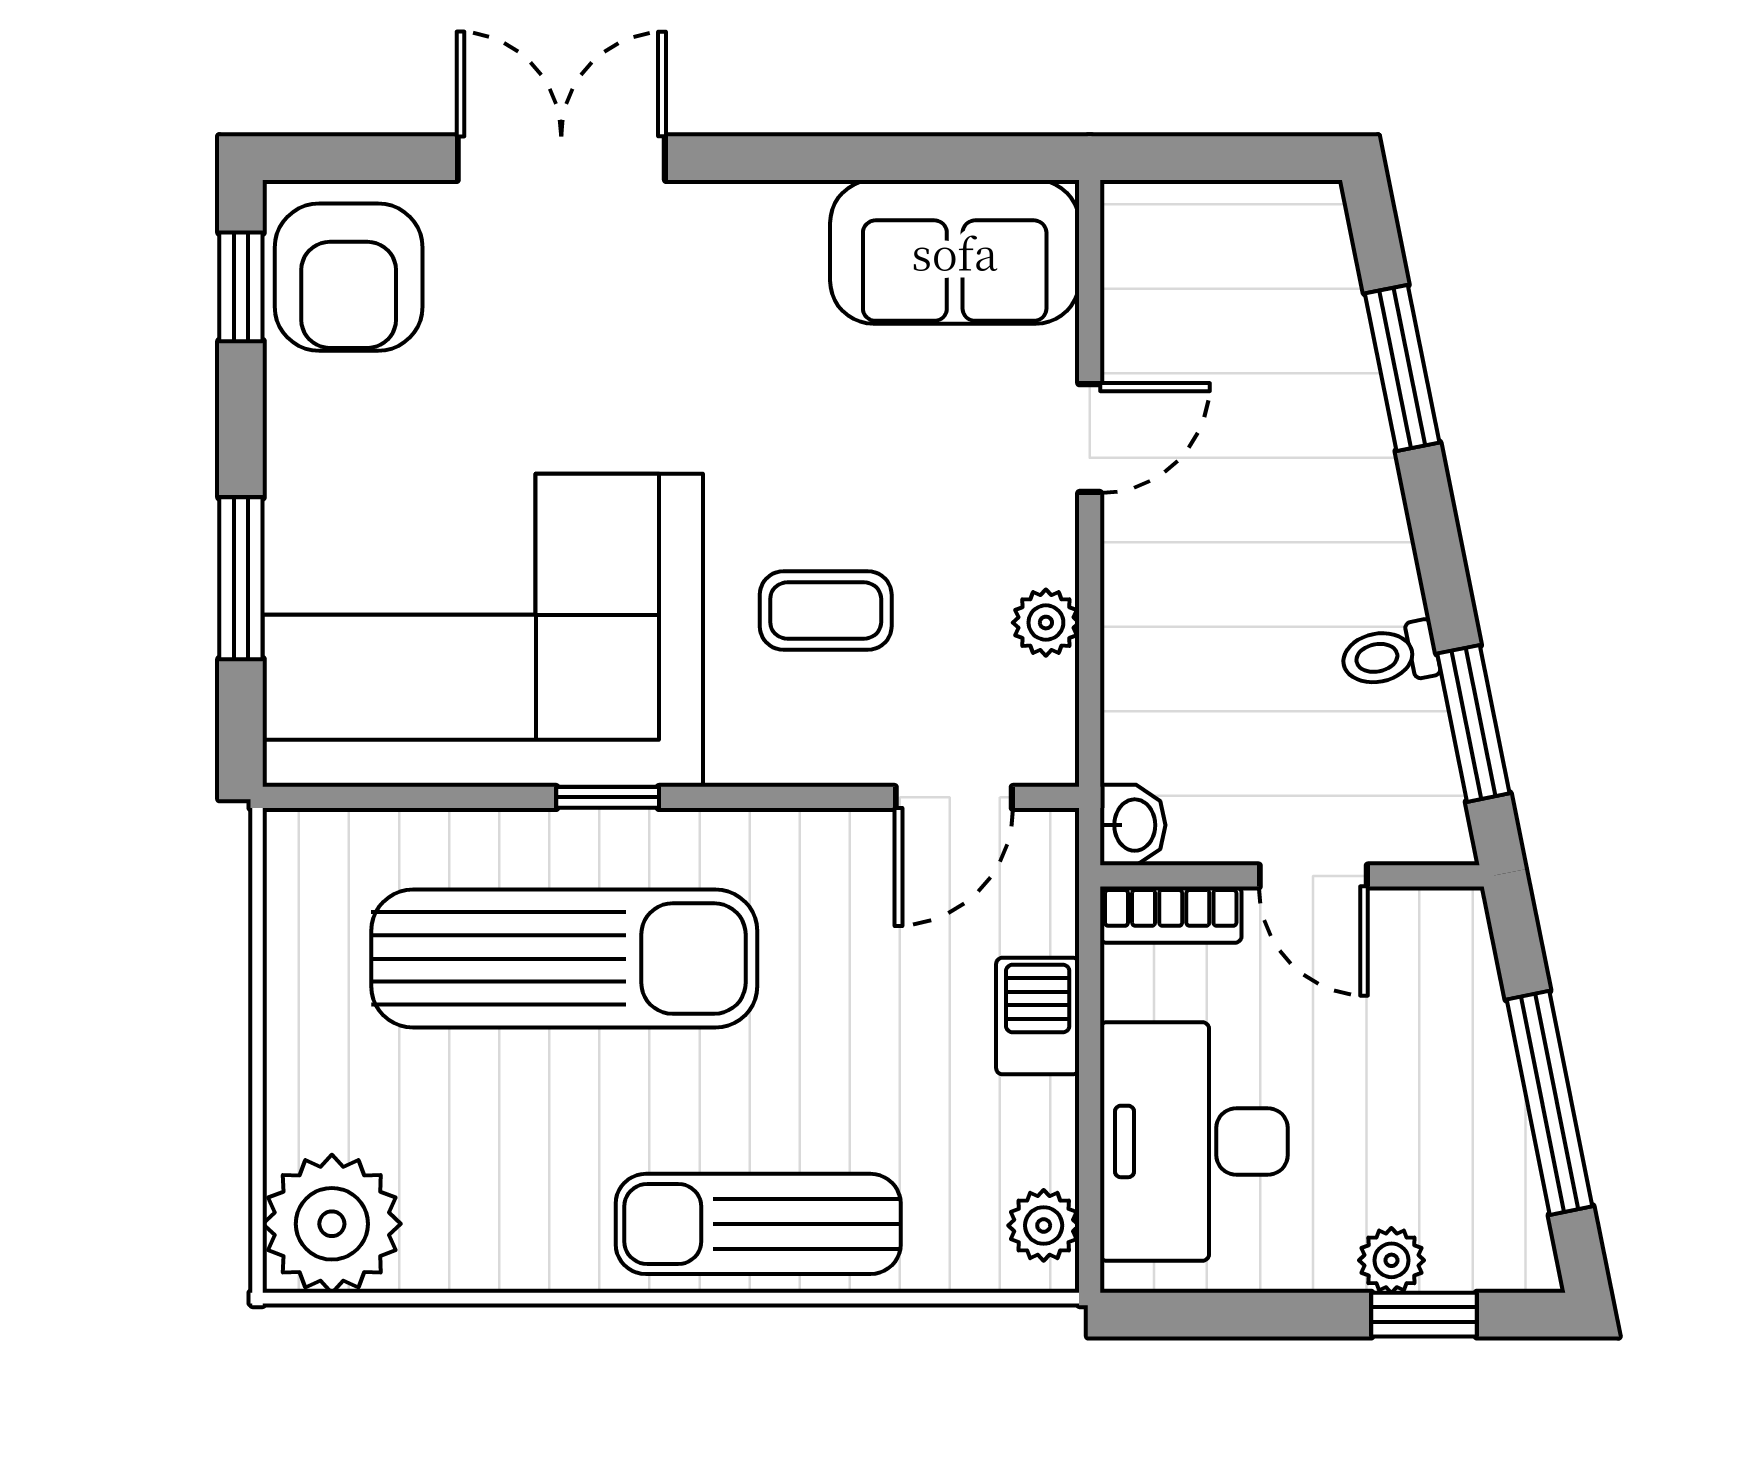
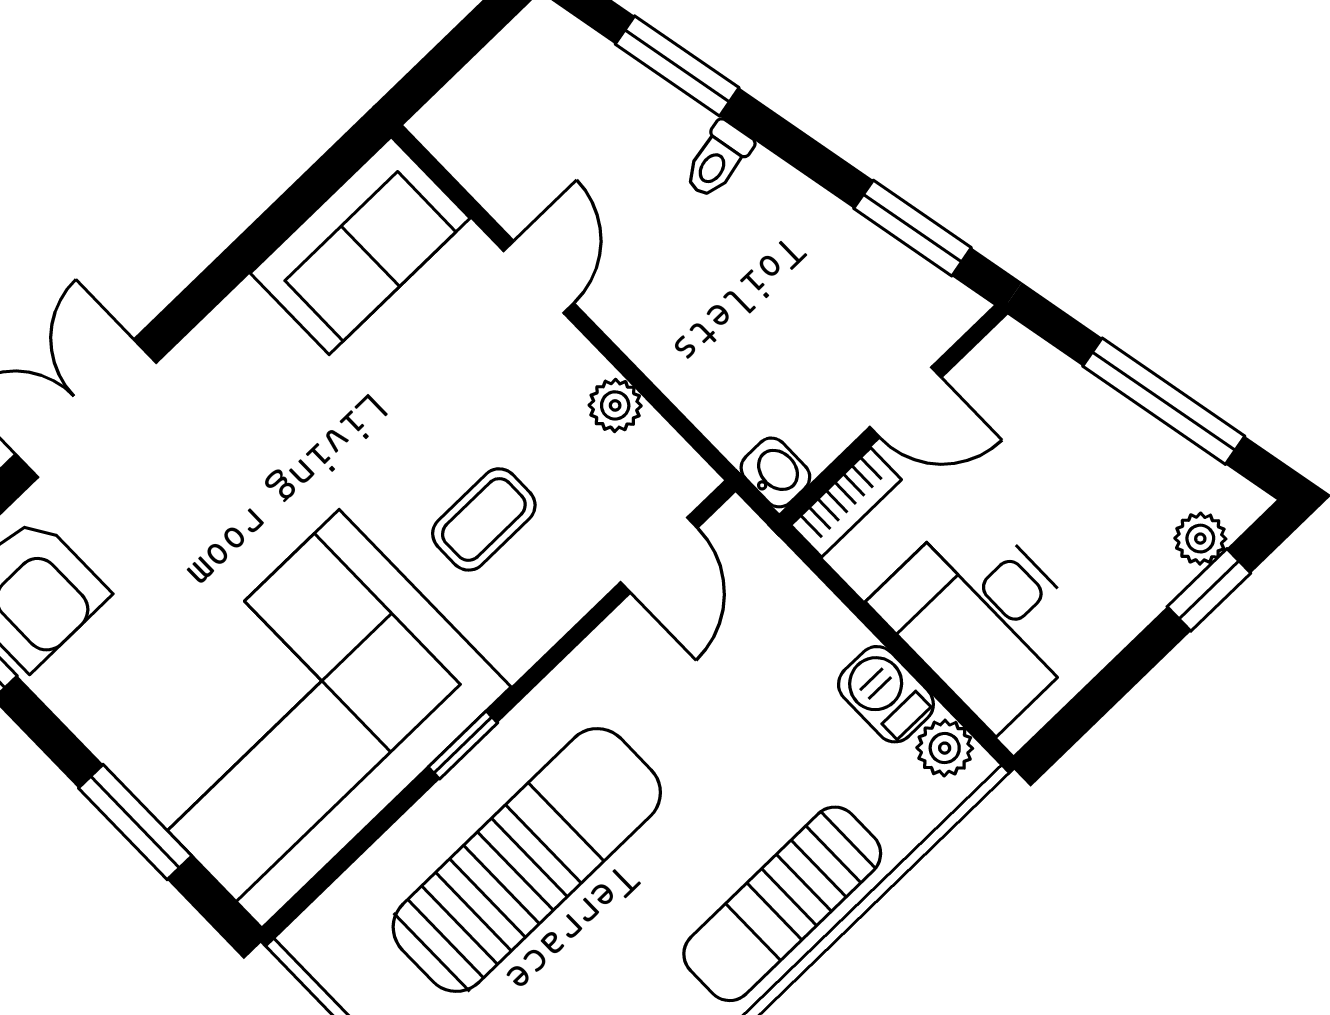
toilet: (1390, 655) -> (718, 160), moved
barbecue: (1038, 1016) -> (886, 694), moved
plant: (1391, 1260) -> (1200, 539), moved

